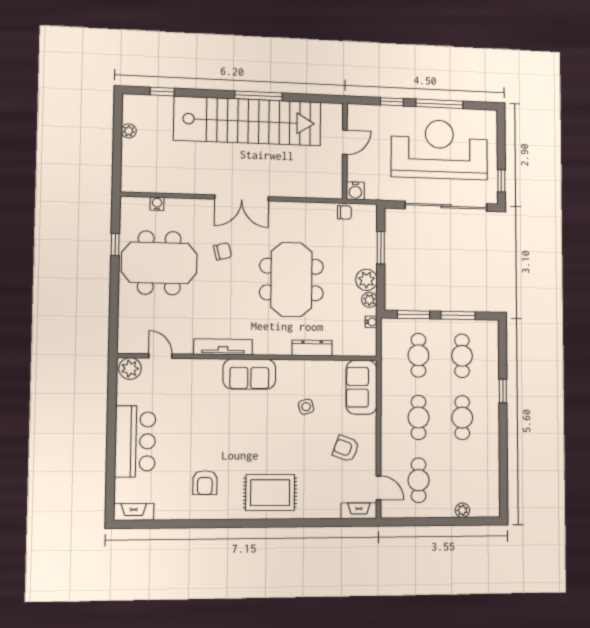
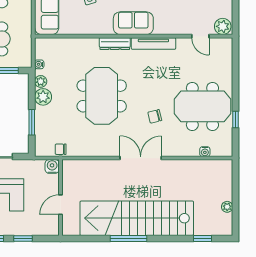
dresser: (312, 348) -> (115, 44), moved

